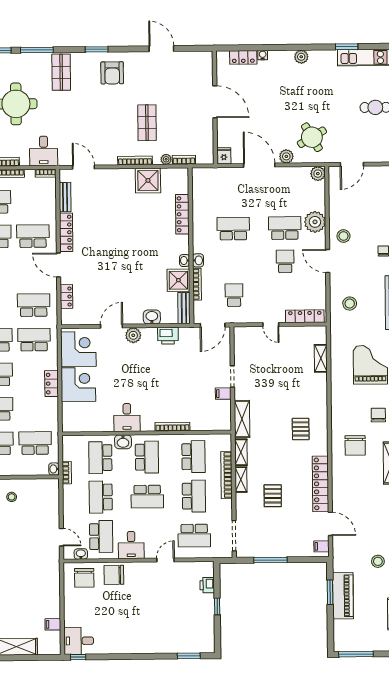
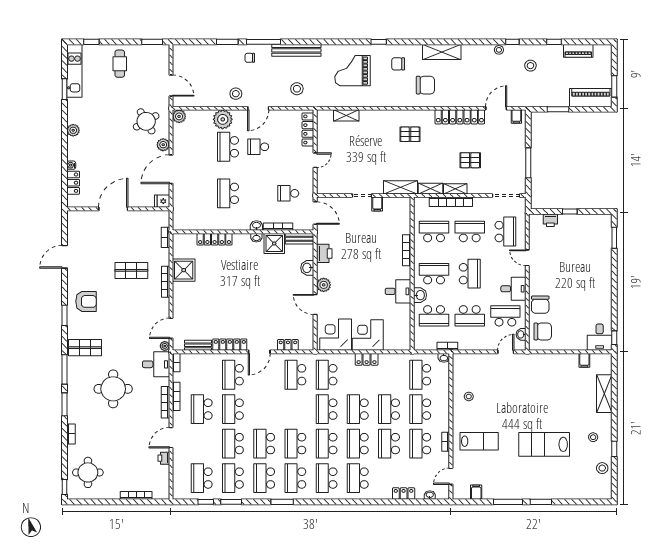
plant: (166, 159) -> (165, 346), moved
piano: (343, 596) -> (591, 98), moved
window: (356, 654) -> (614, 86), width x0.69

